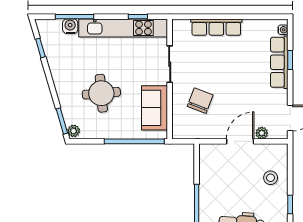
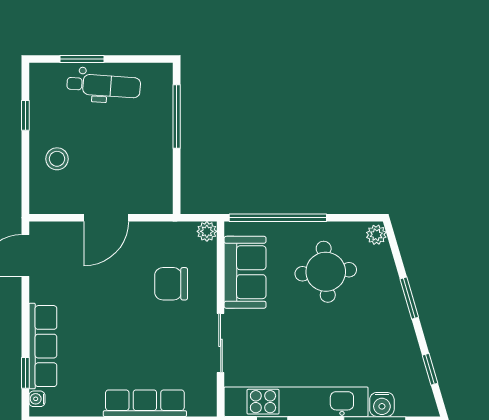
window: (290, 60) -> (25, 373), moved
round table: (101, 93) -> (326, 272), moved
chair: (200, 101) -> (171, 284), turned 69
window: (62, 121) -> (409, 298), moved
plant: (262, 133) -> (207, 231), moved

